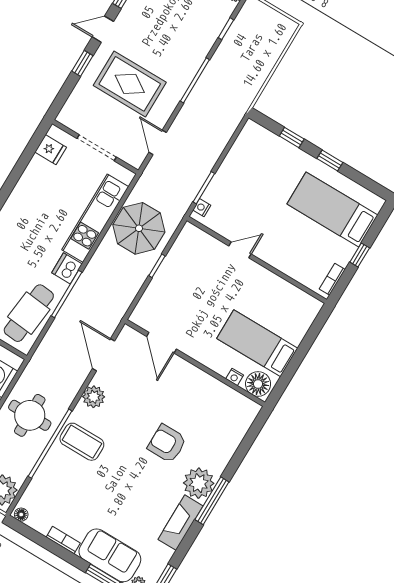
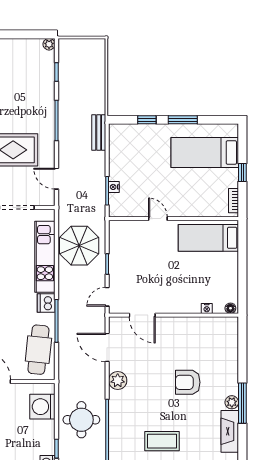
bench: (232, 120) -> (99, 132), added
window: (330, 160) -> (183, 120), width x1.50
nightstand: (202, 208) -> (114, 187), moved
door: (240, 250) -> (158, 219), hinge flipped
door: (136, 301) -> (107, 297), added
bed: (257, 343) -> (208, 238), moved
floor lamp: (258, 384) -> (230, 308), width x0.53, depth x0.53
coffee table: (82, 442) -> (162, 441), moved
plant: (199, 483) -> (232, 402), width x0.53, depth x0.53

